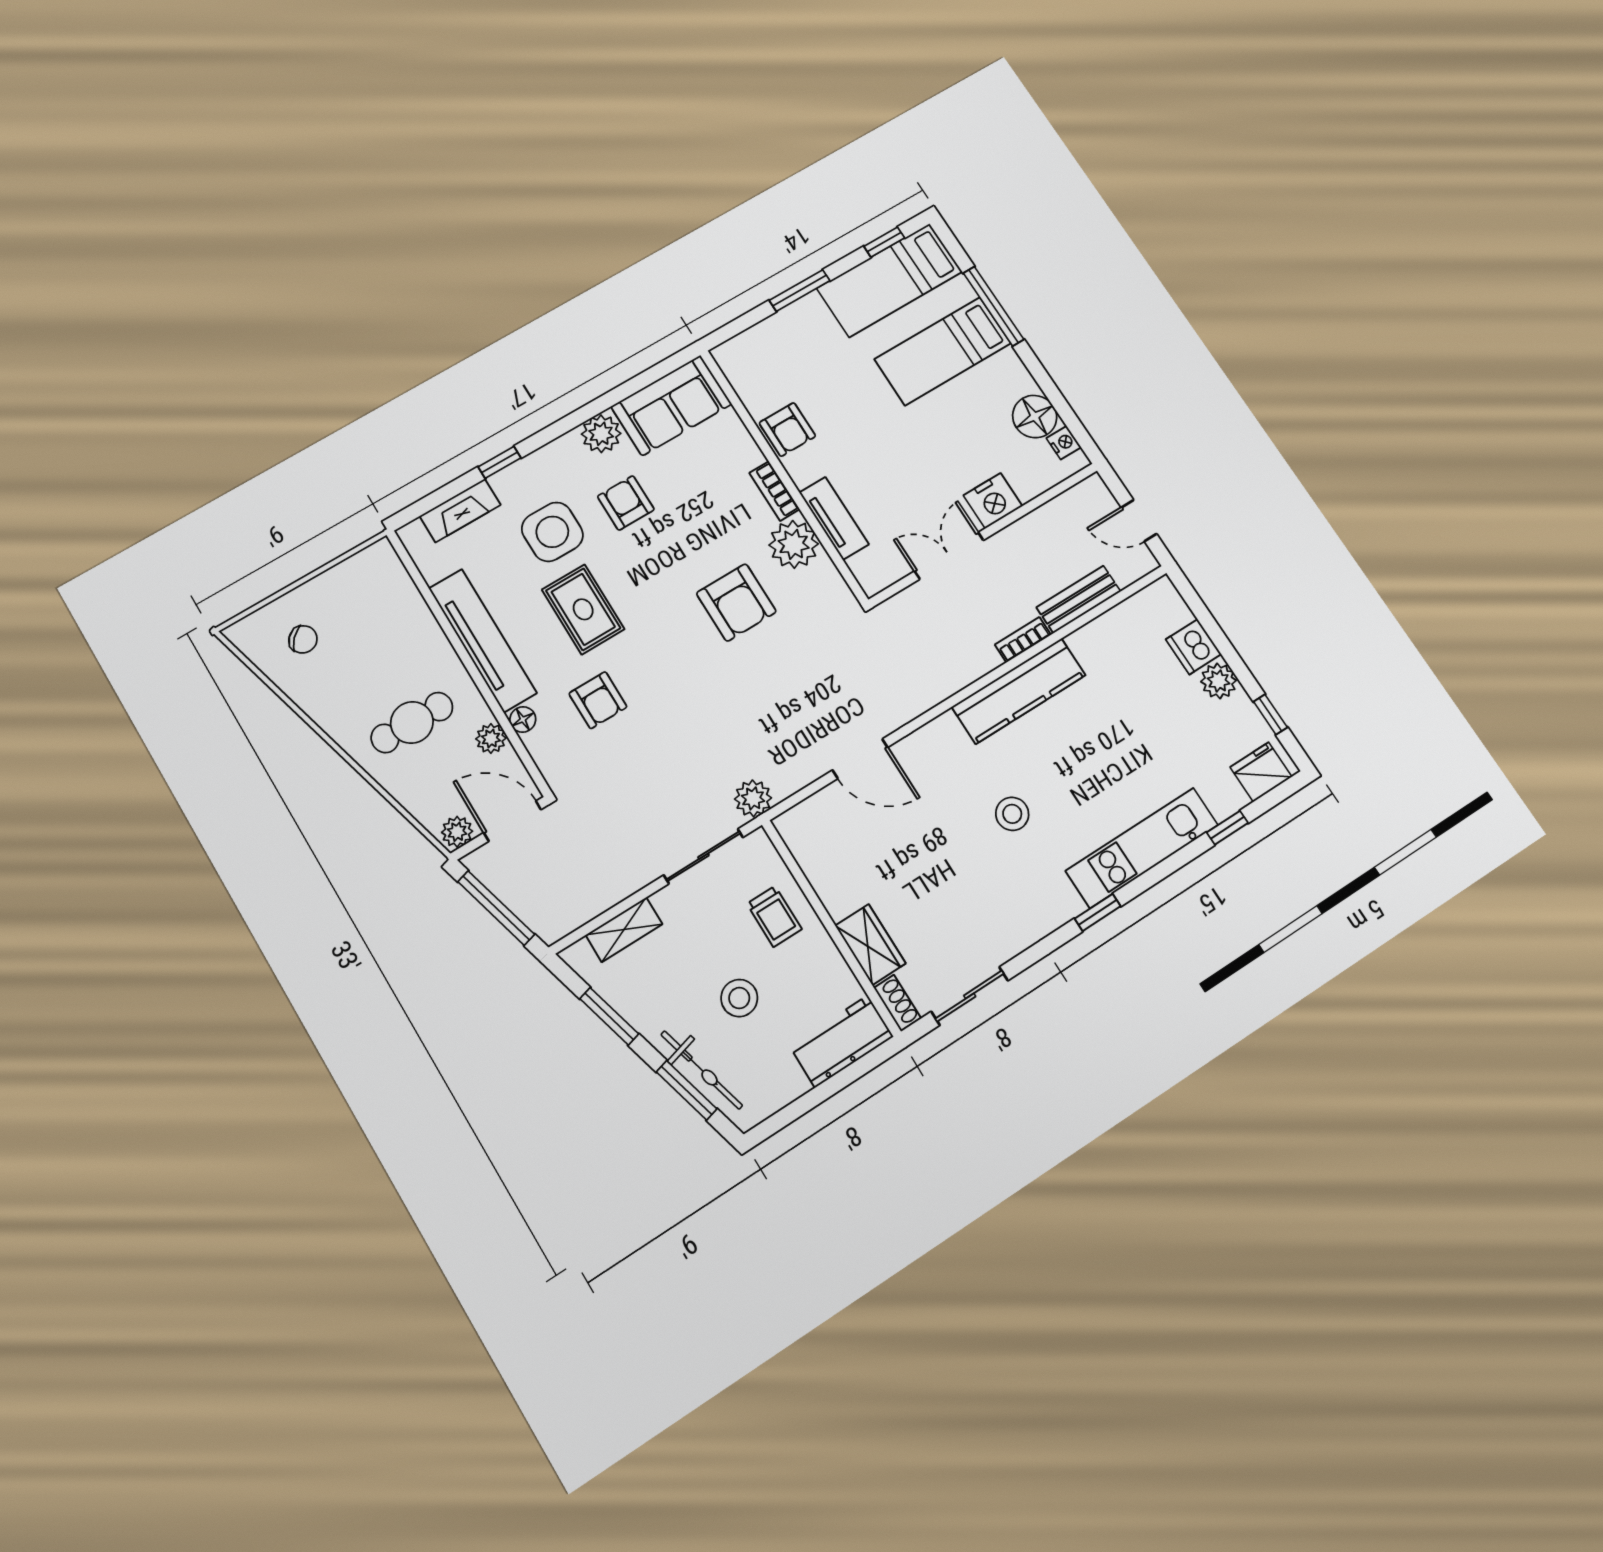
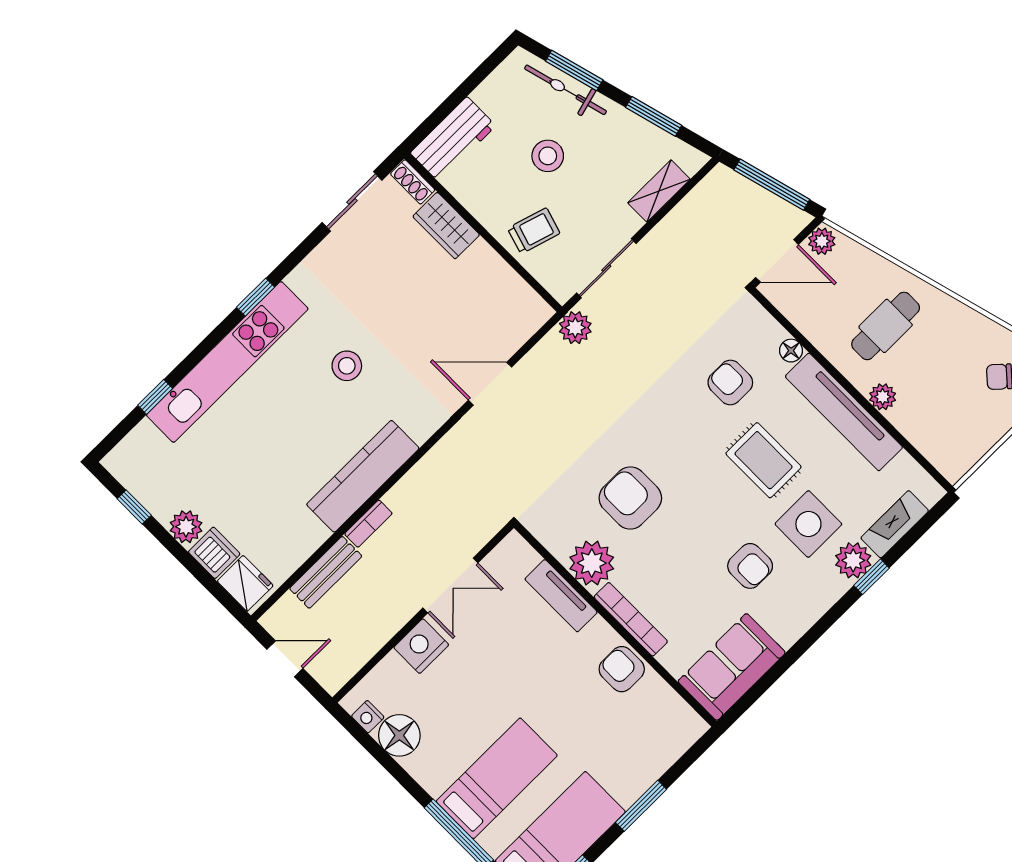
plant: (601, 434) -> (853, 560), moved
bookcase: (775, 491) -> (631, 619), width x1.56
plant: (491, 738) -> (883, 397), moved
fridge: (1261, 772) -> (245, 583), moved, turned -90
kitchen unit: (1142, 848) -> (227, 362), width x1.36
trolley: (774, 916) -> (534, 231), turned 107

